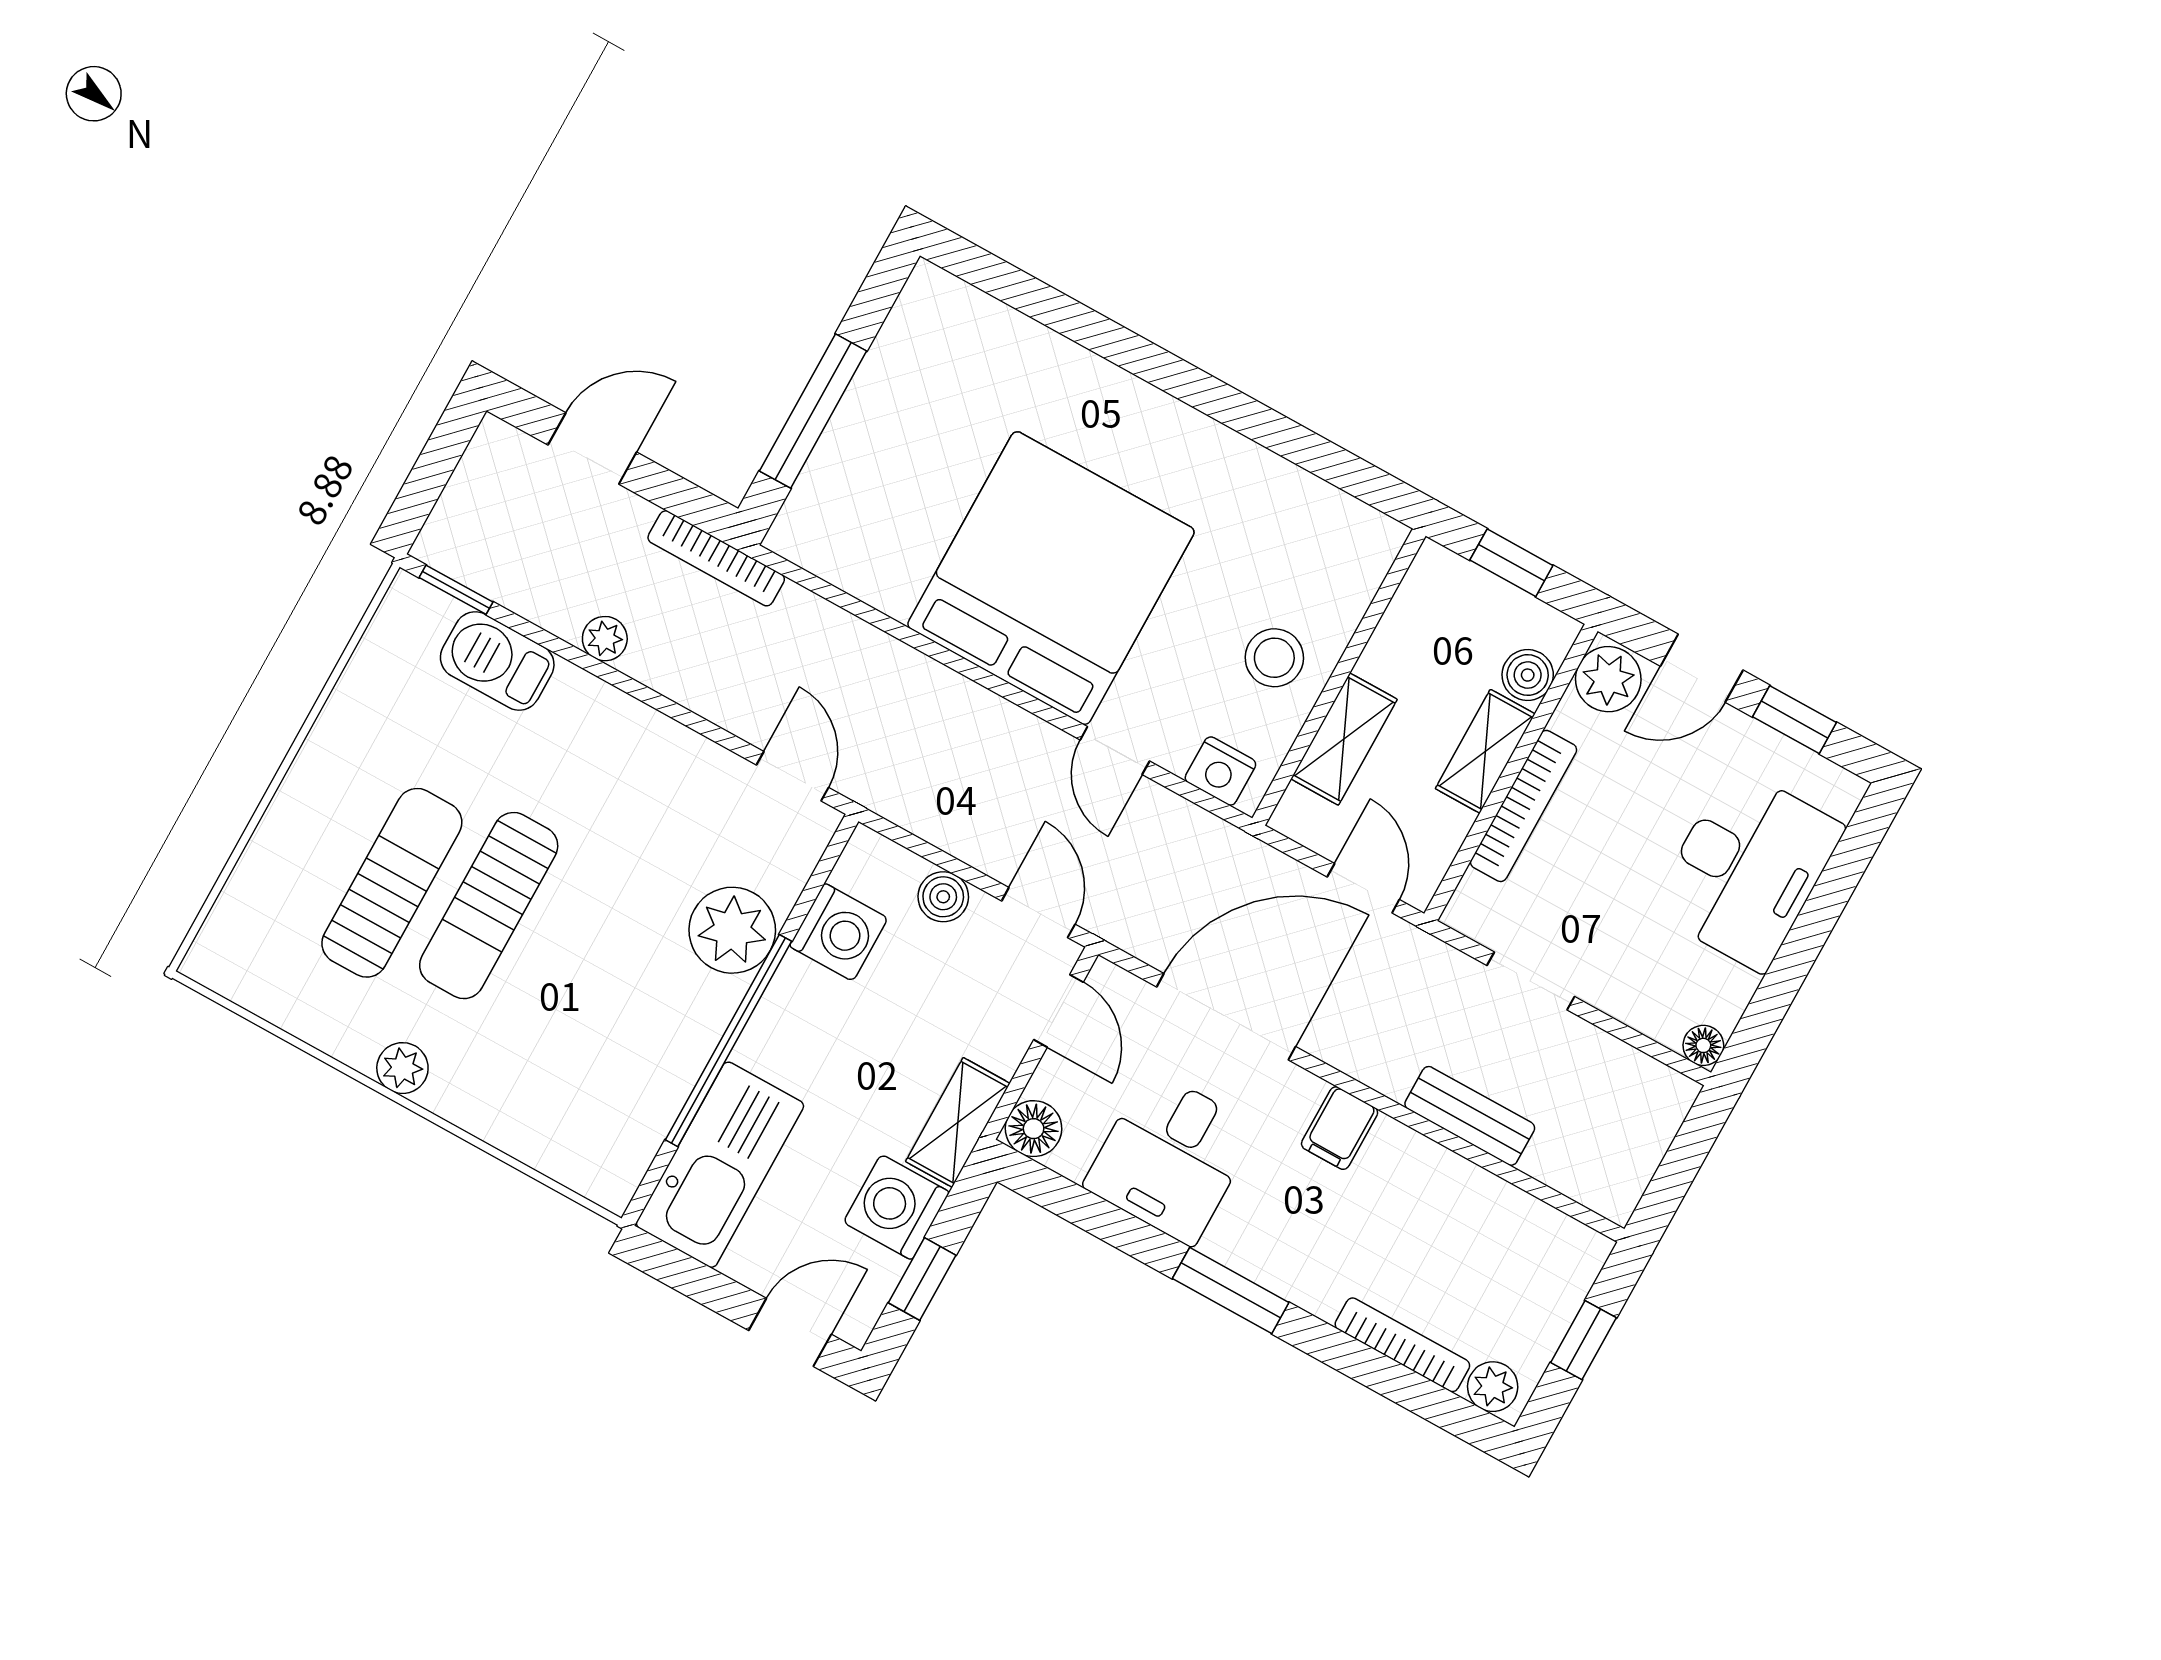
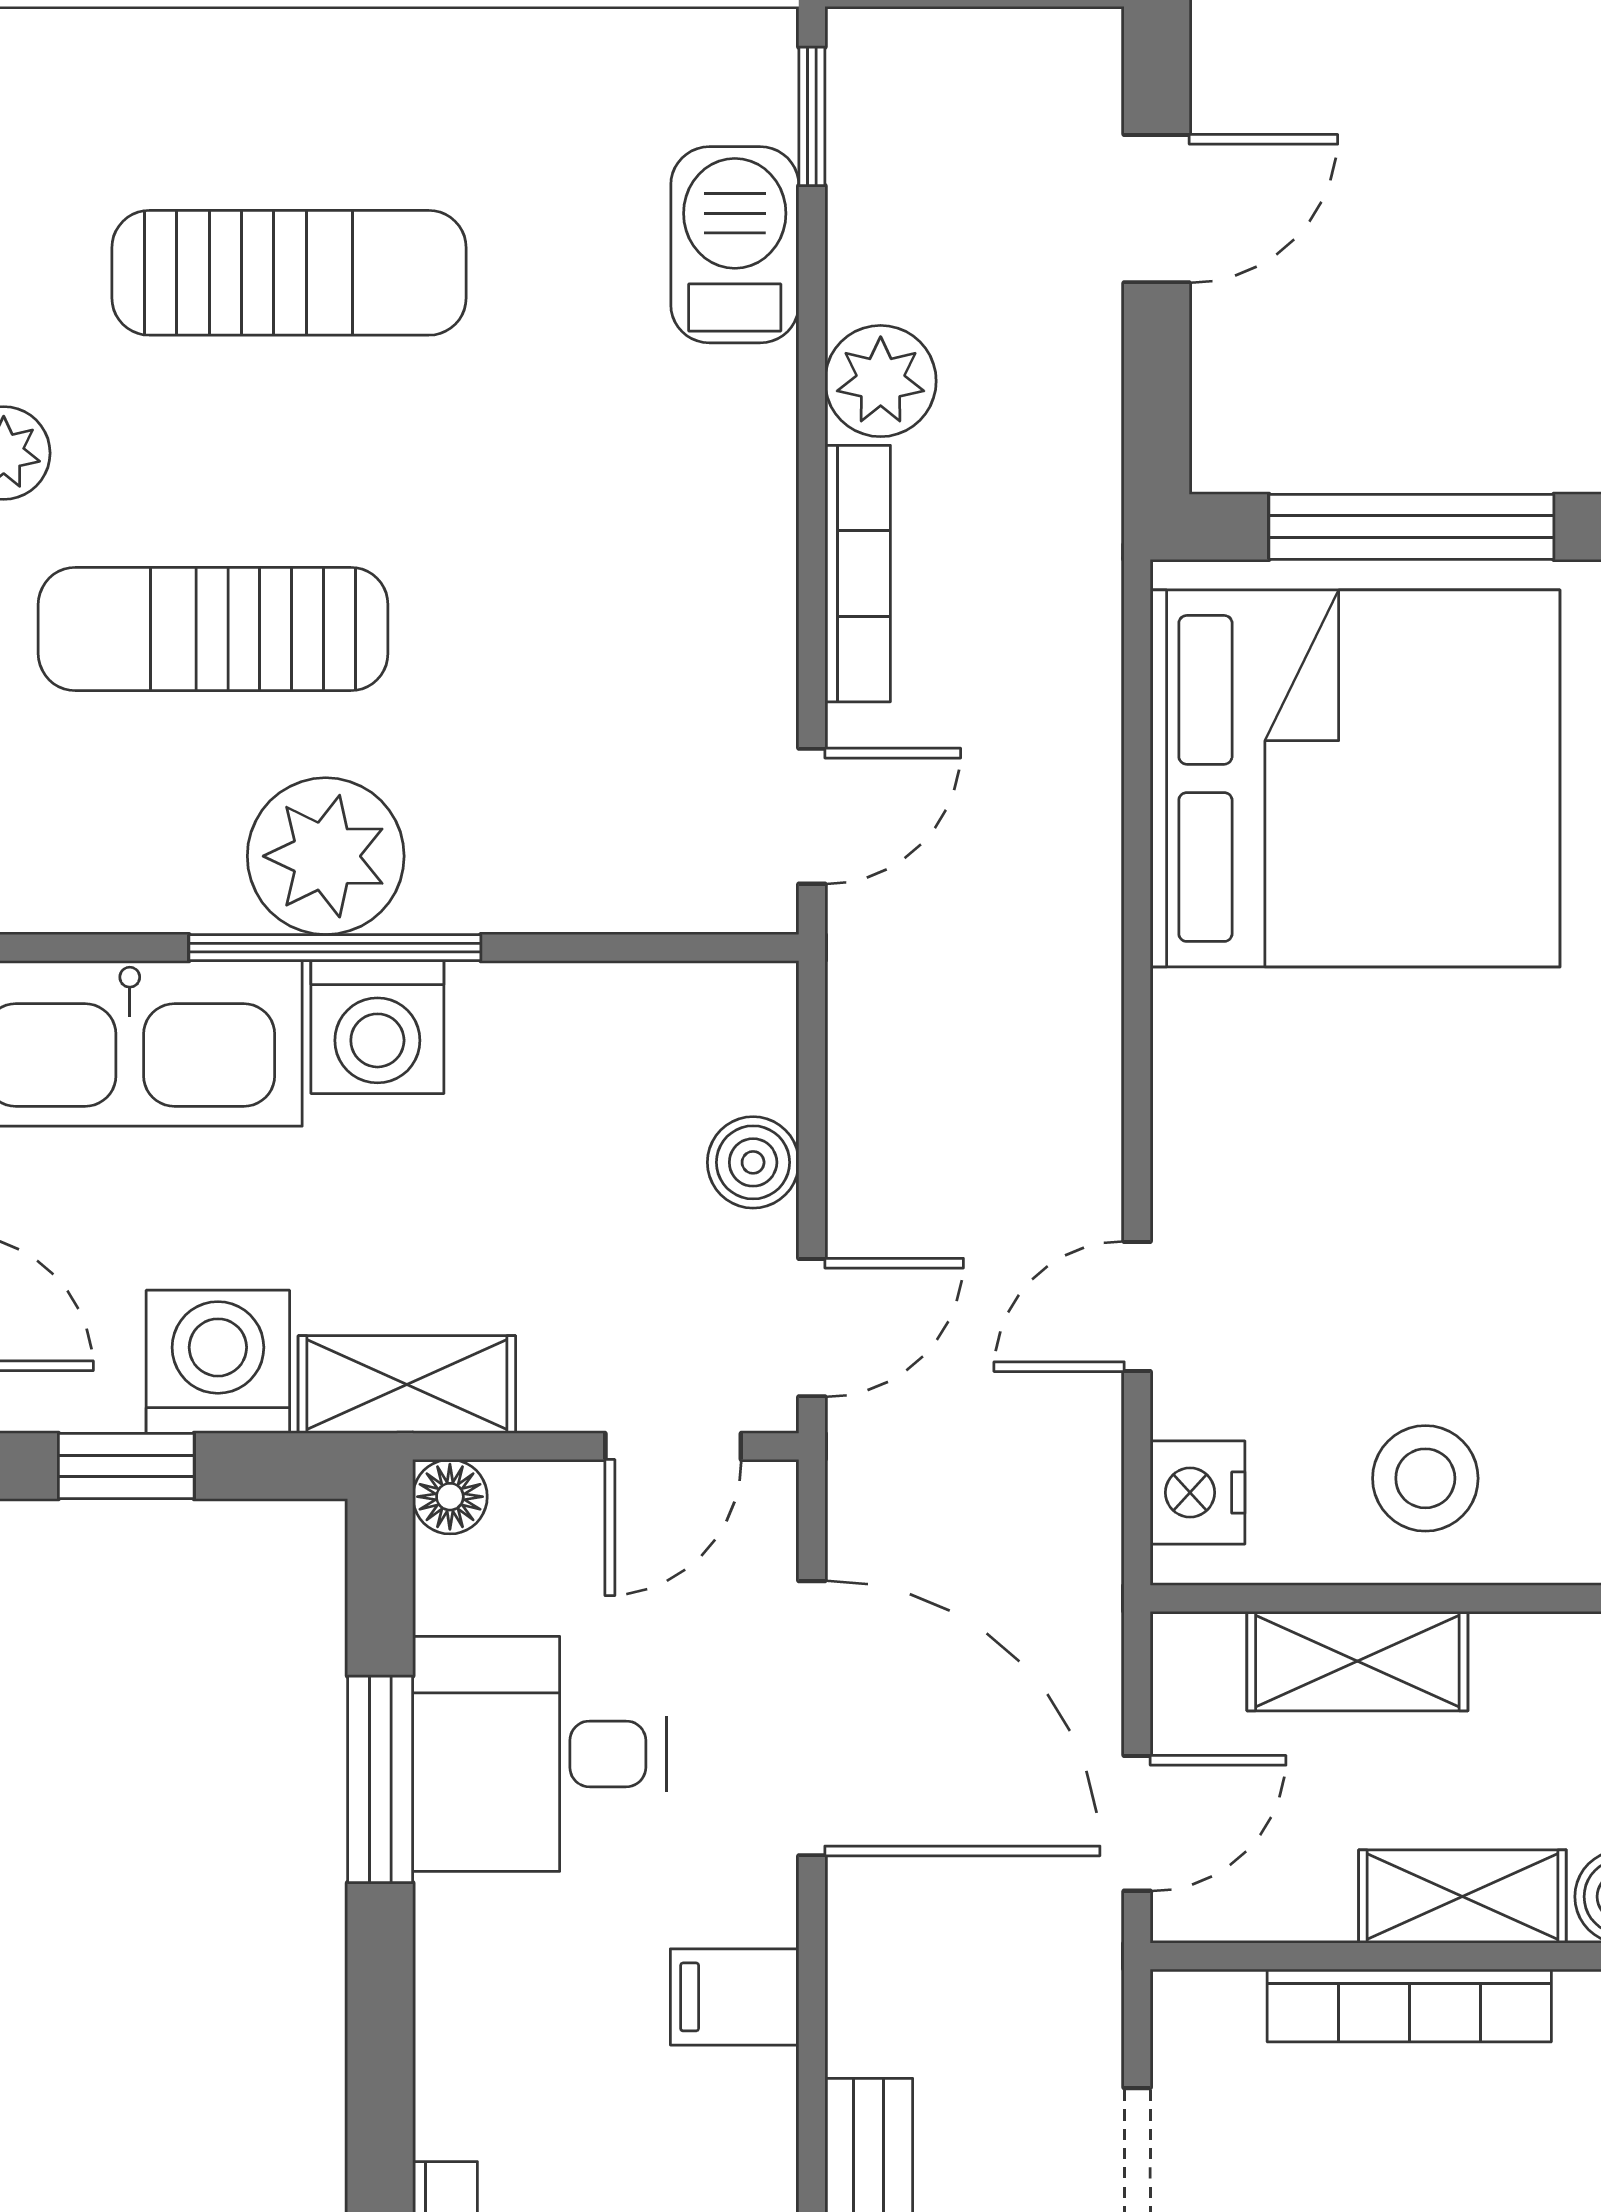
door: (592, 449) -> (1157, 209), hinge flipped
bookcase: (716, 558) -> (858, 574), moved, turned 180
bed: (1051, 578) -> (1355, 778), moved
plant: (605, 639) -> (881, 381), width x1.38, depth x1.38
sun lounger: (489, 906) -> (213, 629), moved
plant: (732, 930) -> (326, 856), moved
washing machine: (839, 932) -> (377, 1027), moved
window: (729, 1041) -> (335, 948), width x0.68
floor lamp: (1034, 1129) -> (450, 1497), width x0.73, depth x0.73
window: (1231, 1290) -> (380, 1779), moved

